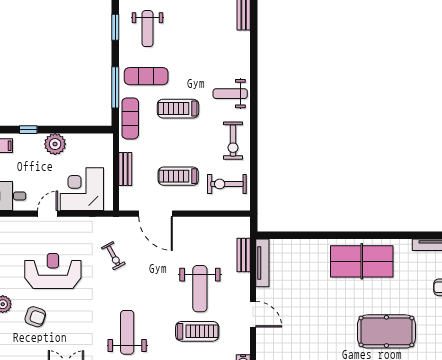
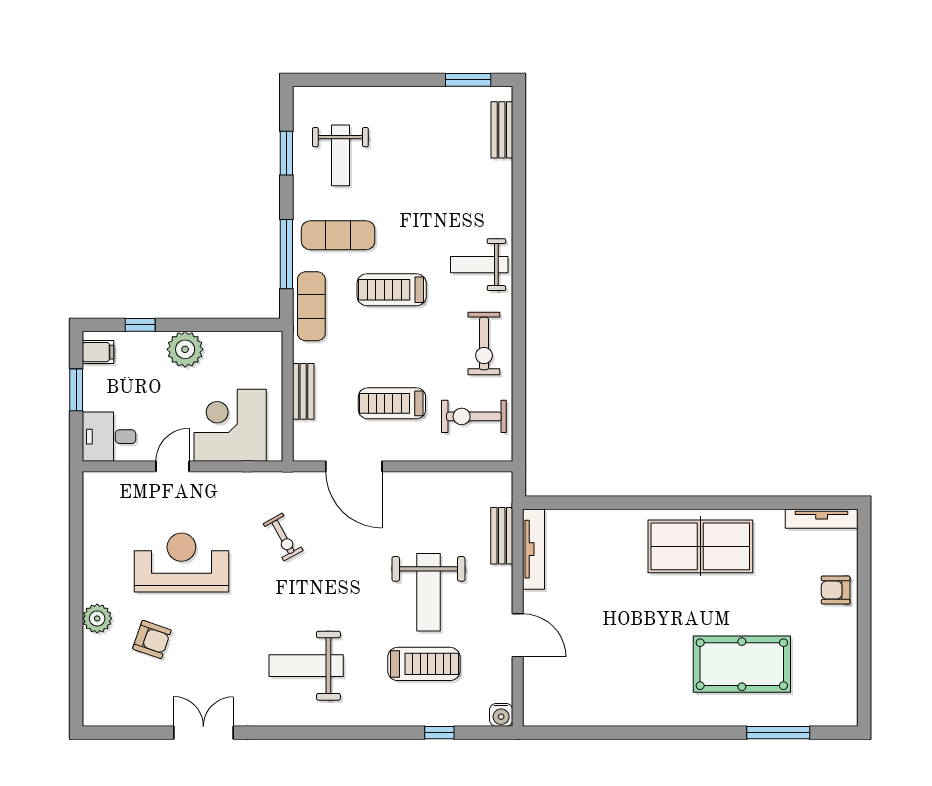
weight bench: (127, 332) -> (306, 666), turned -90

